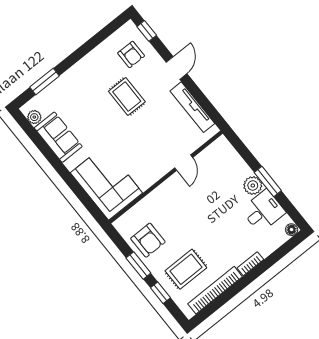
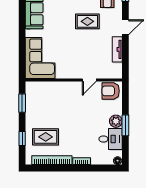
rug: (127, 96) -> (87, 21), turned 90
tv unit: (192, 107) -> (117, 49), width x0.71
armchair: (148, 240) -> (111, 91), moved, turned 90
window: (138, 265) -> (22, 103), moved

